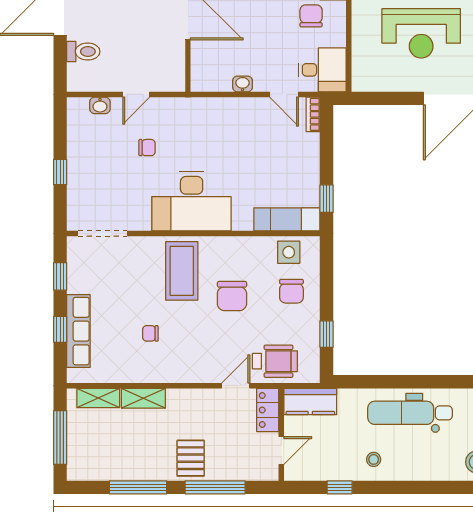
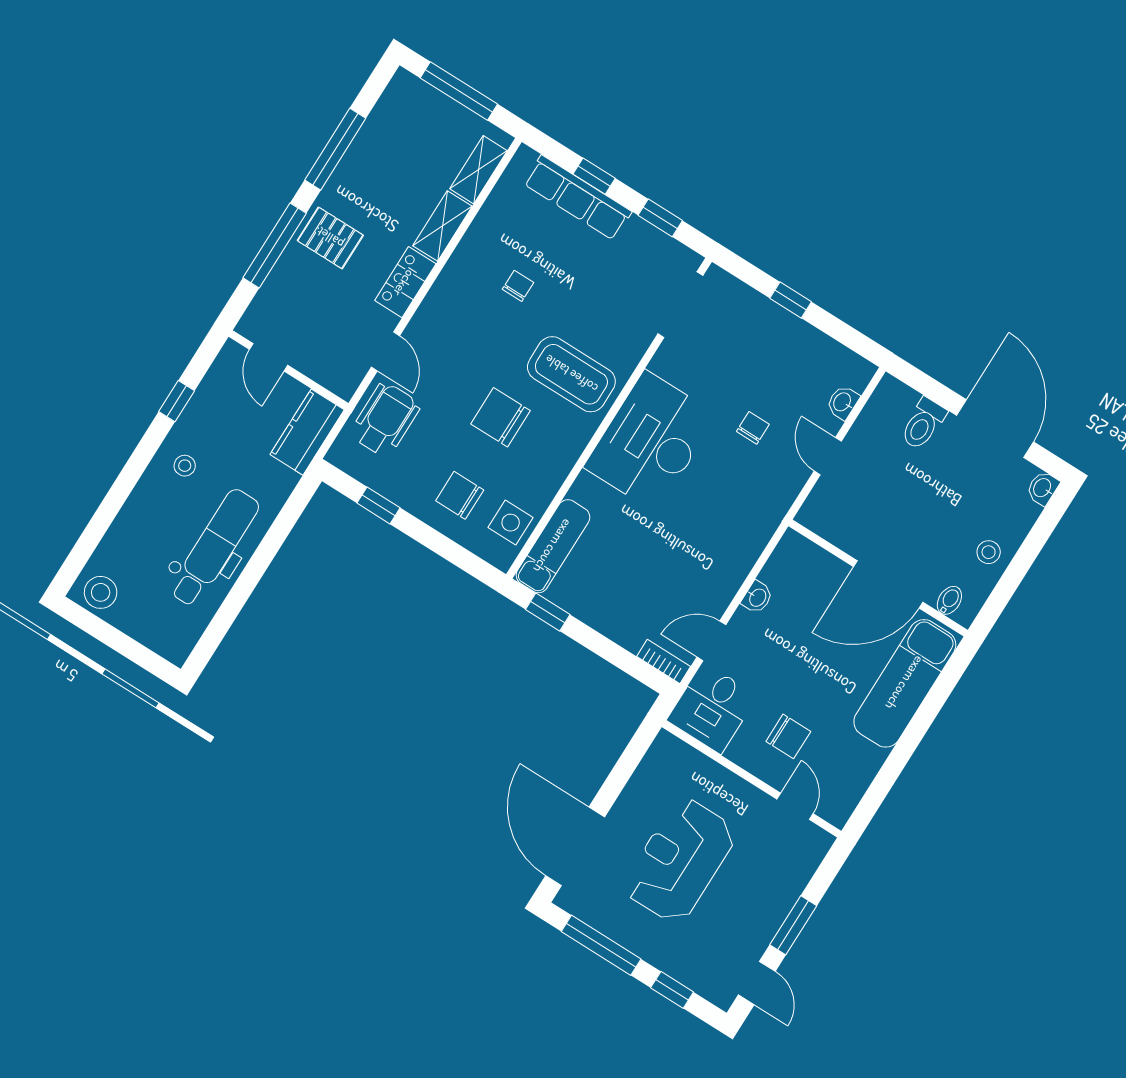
chair: (147, 148) -> (753, 428), turned 180
wheelchair: (275, 361) -> (385, 420), turned 180
locker: (268, 410) -> (405, 282), moved, turned -90

